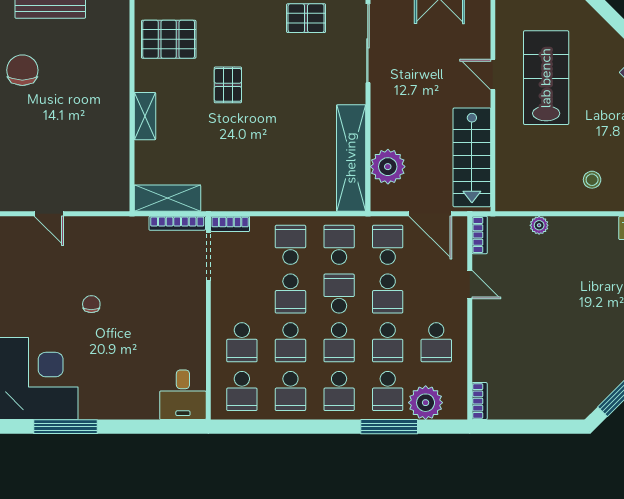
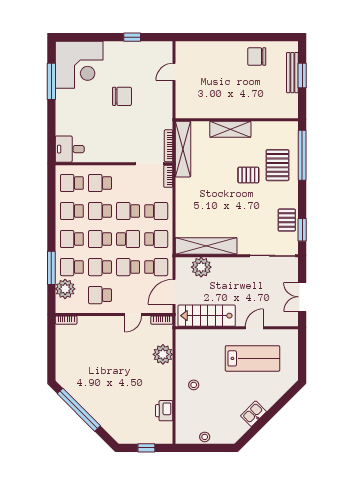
pallet: (169, 39) -> (278, 165), moved
chair: (22, 70) -> (257, 57), turned 180
shelving: (145, 116) -> (230, 129), width x1.50, depth x1.33
shelving: (167, 198) -> (183, 149), width x1.47
plant: (539, 225) -> (163, 354), width x1.88, depth x1.88
chair: (91, 304) -> (122, 96), width x1.87, depth x1.87

